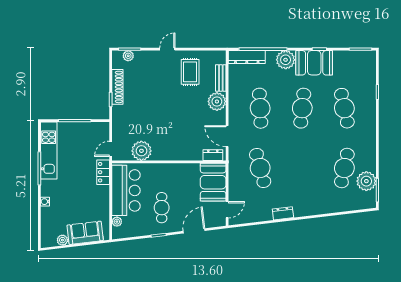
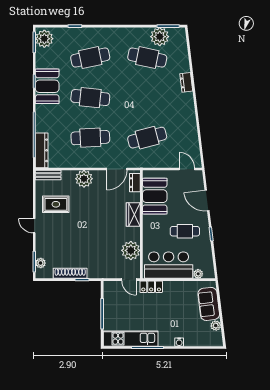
plant: (286, 60) -> (44, 39), moved
bench: (221, 78) -> (48, 175), moved
wardrobe: (179, 153) -> (133, 214), added
booth: (213, 182) -> (155, 196), moved, turned 90
dresser: (283, 213) -> (186, 82), moved

